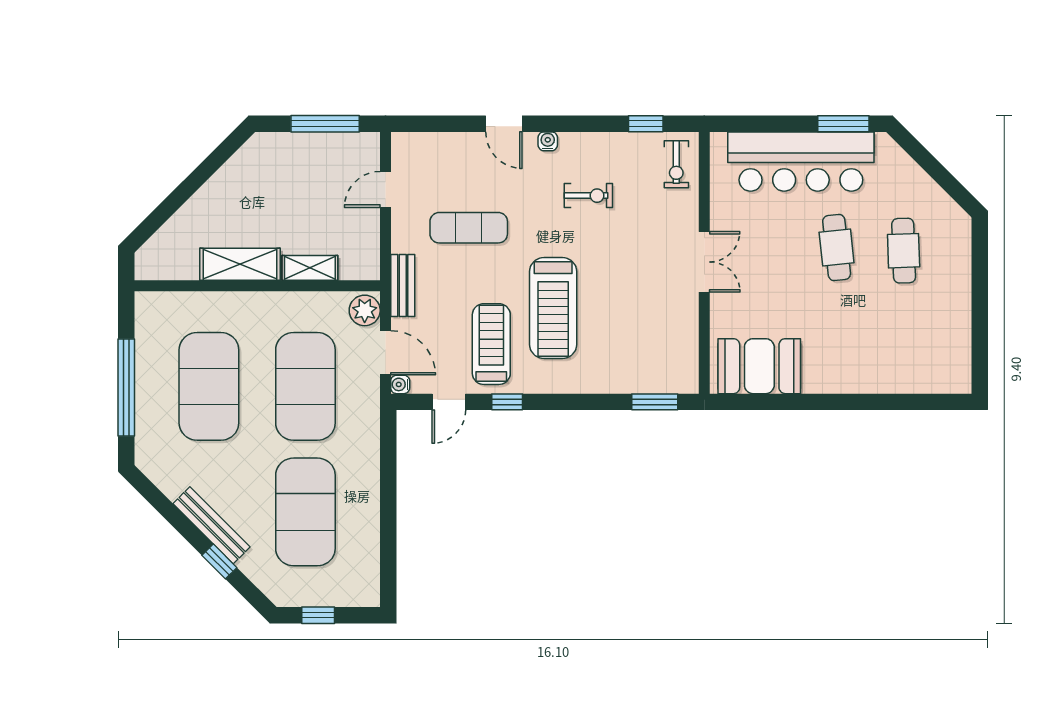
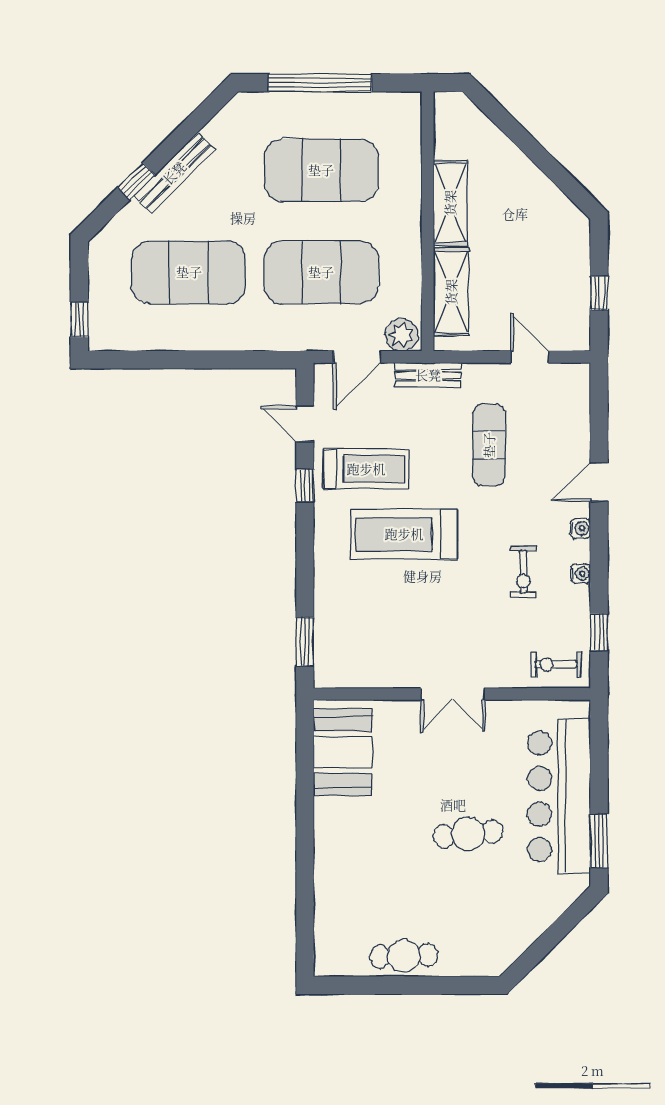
window: (325, 124) -> (599, 293), width x0.46
cafe table: (904, 251) -> (404, 956), moved
shelving: (310, 268) -> (451, 292), width x1.50, depth x1.33
water cooler: (400, 384) -> (581, 574), moved, turned 90
window: (318, 615) -> (79, 320), moved

